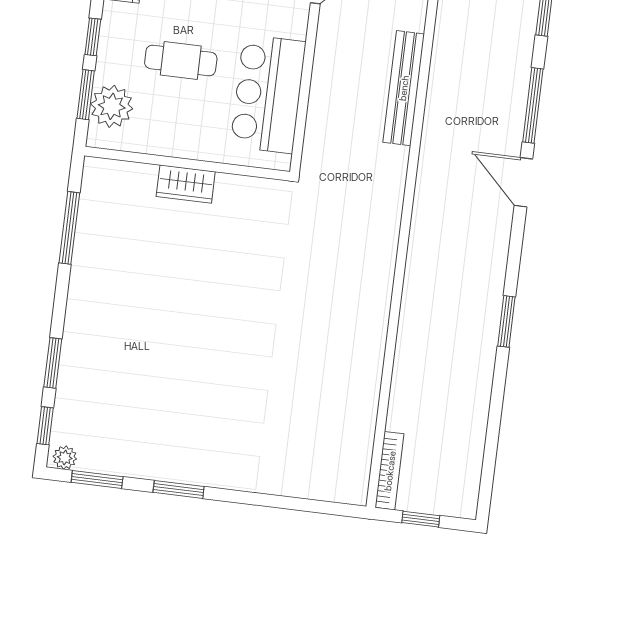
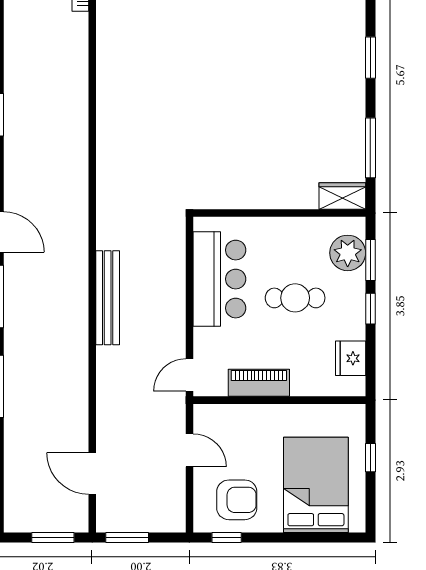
wardrobe: (186, 184) -> (342, 196), moved
window: (53, 363) -> (370, 58), moved

